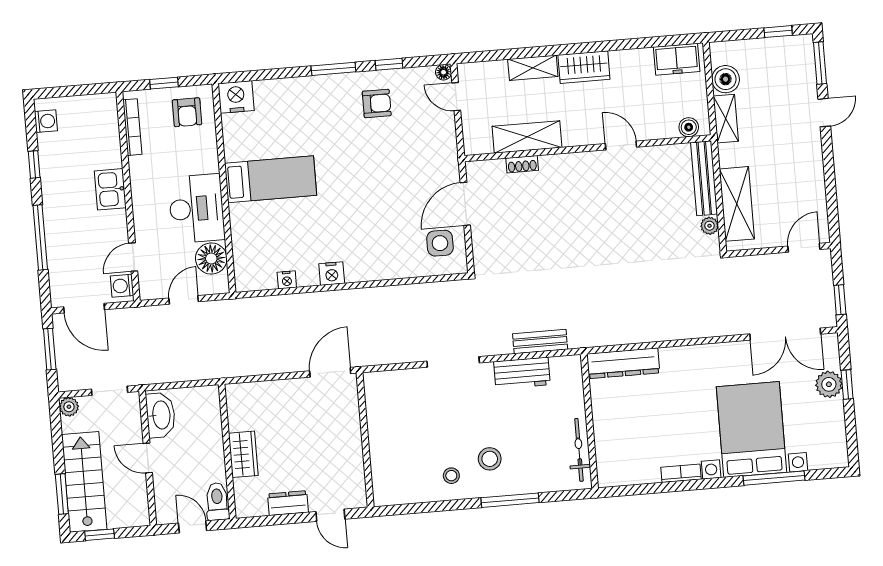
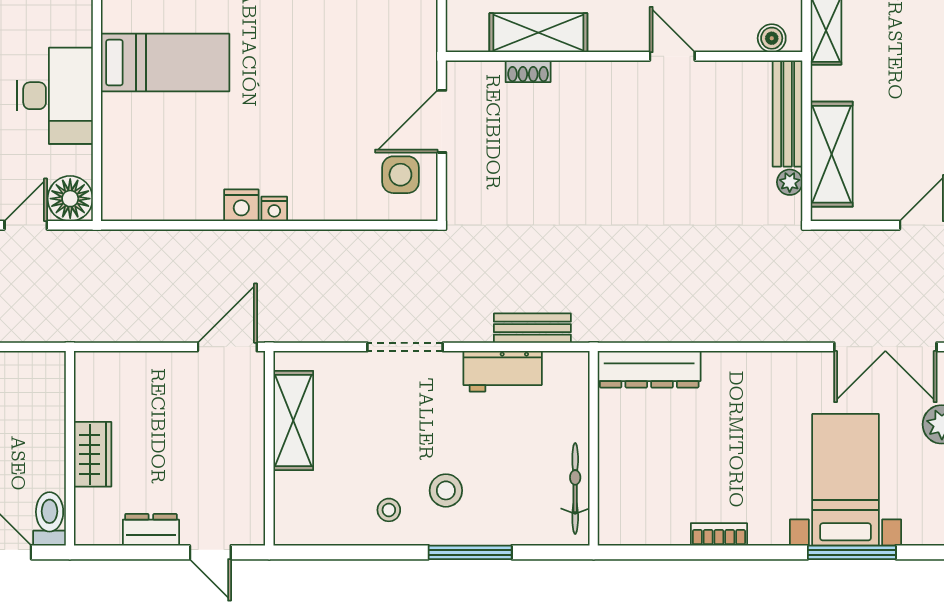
floor lamp: (211, 258) -> (70, 199), moved
nightstand: (287, 280) -> (274, 209), moved
shelving: (380, 419) -> (293, 420), added
bed with nightstands: (751, 429) -> (846, 480), width x0.73

